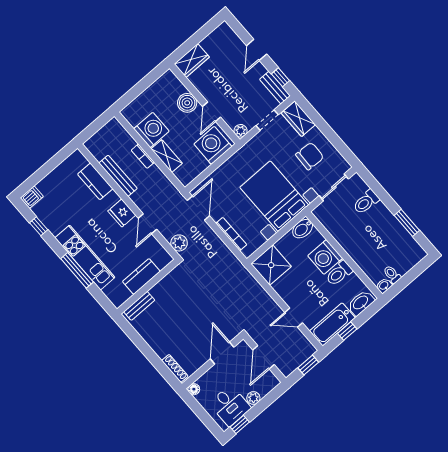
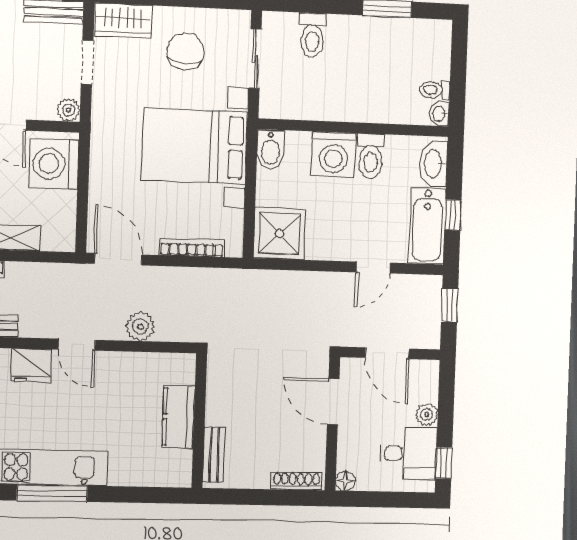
kitchen counter: (141, 276) -> (179, 417), moved
wall: (148, 287) -> (199, 421), moved
bench: (139, 306) -> (214, 455), moved

